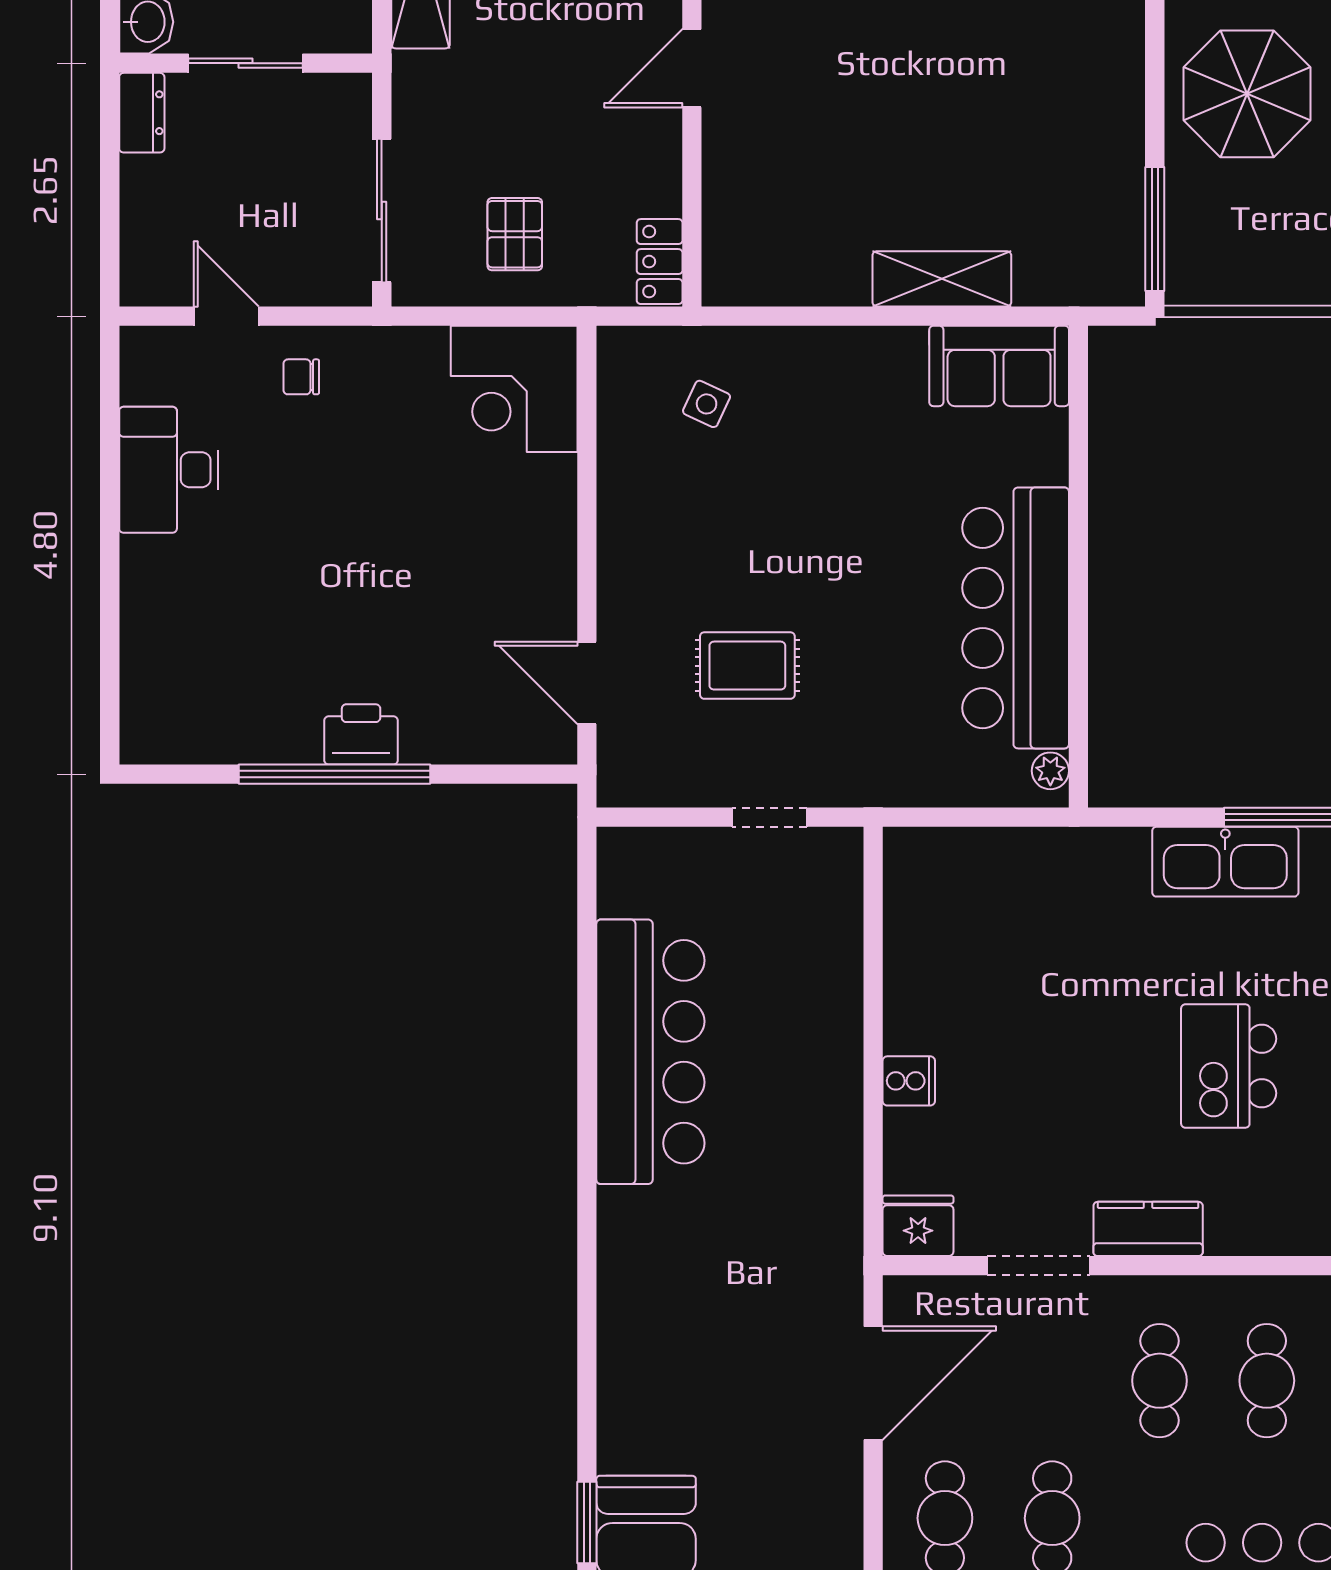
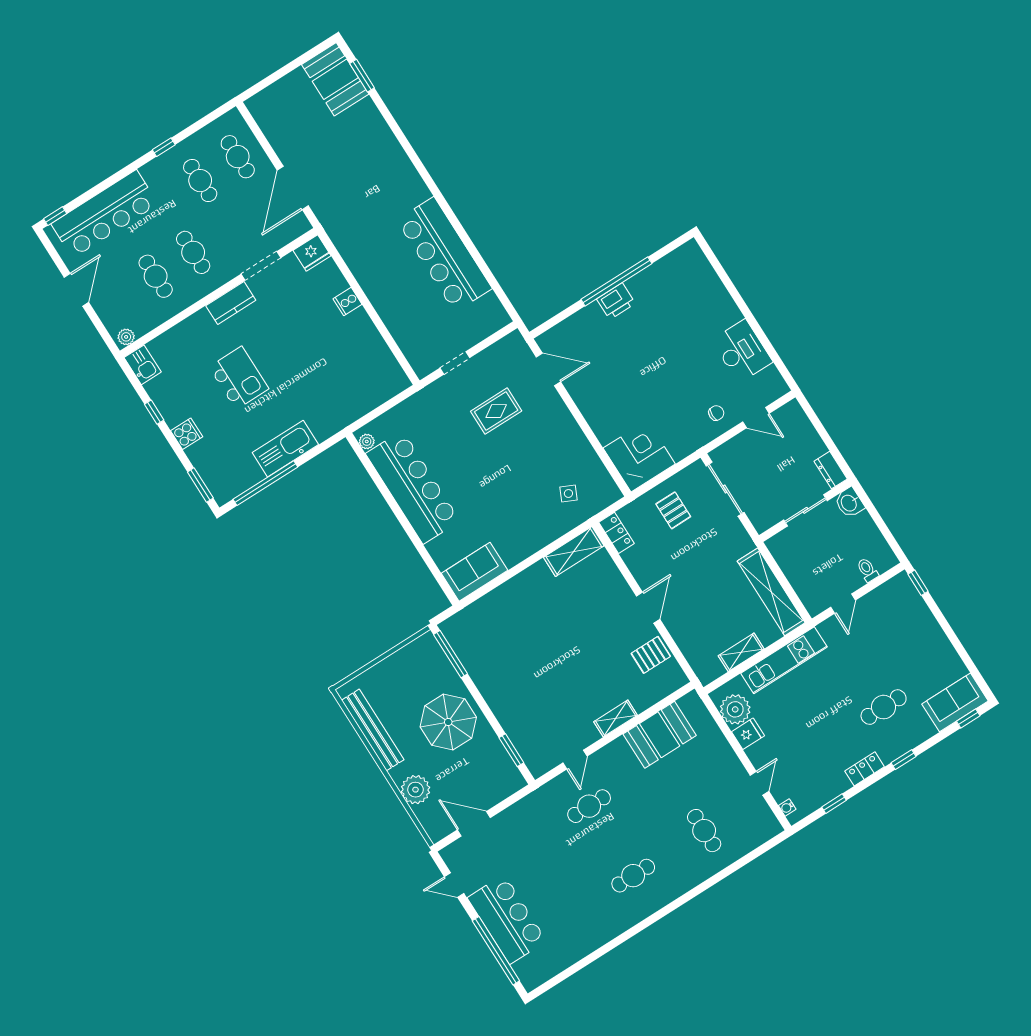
shelving: (942, 279) -> (574, 552), moved

